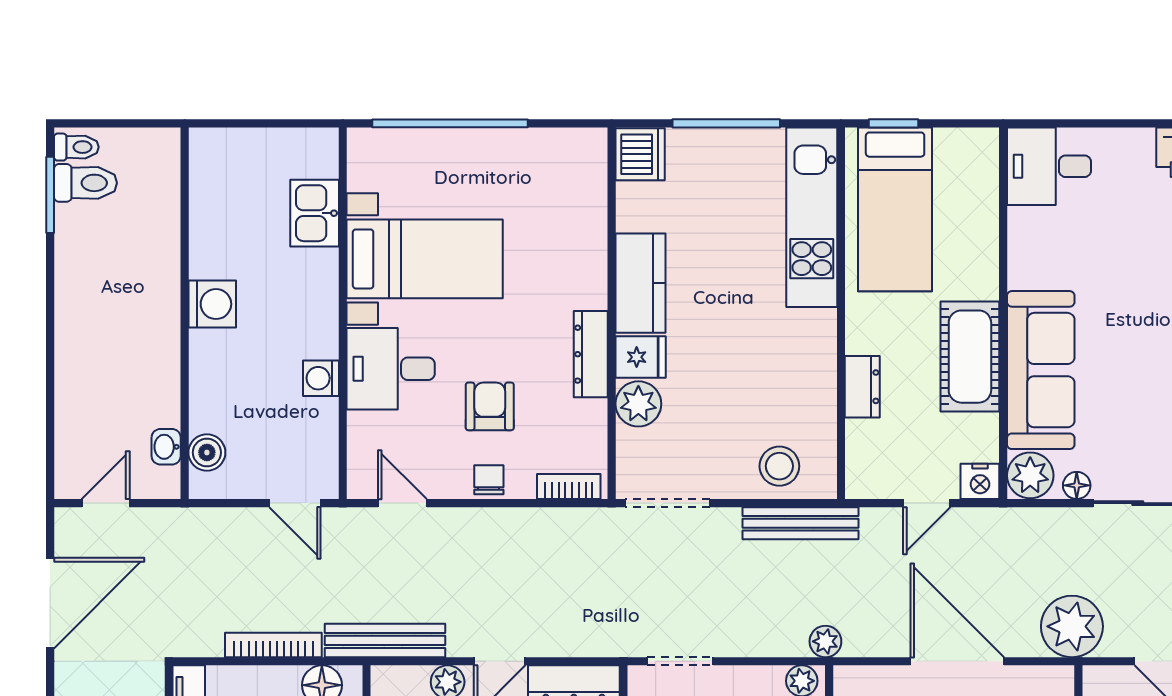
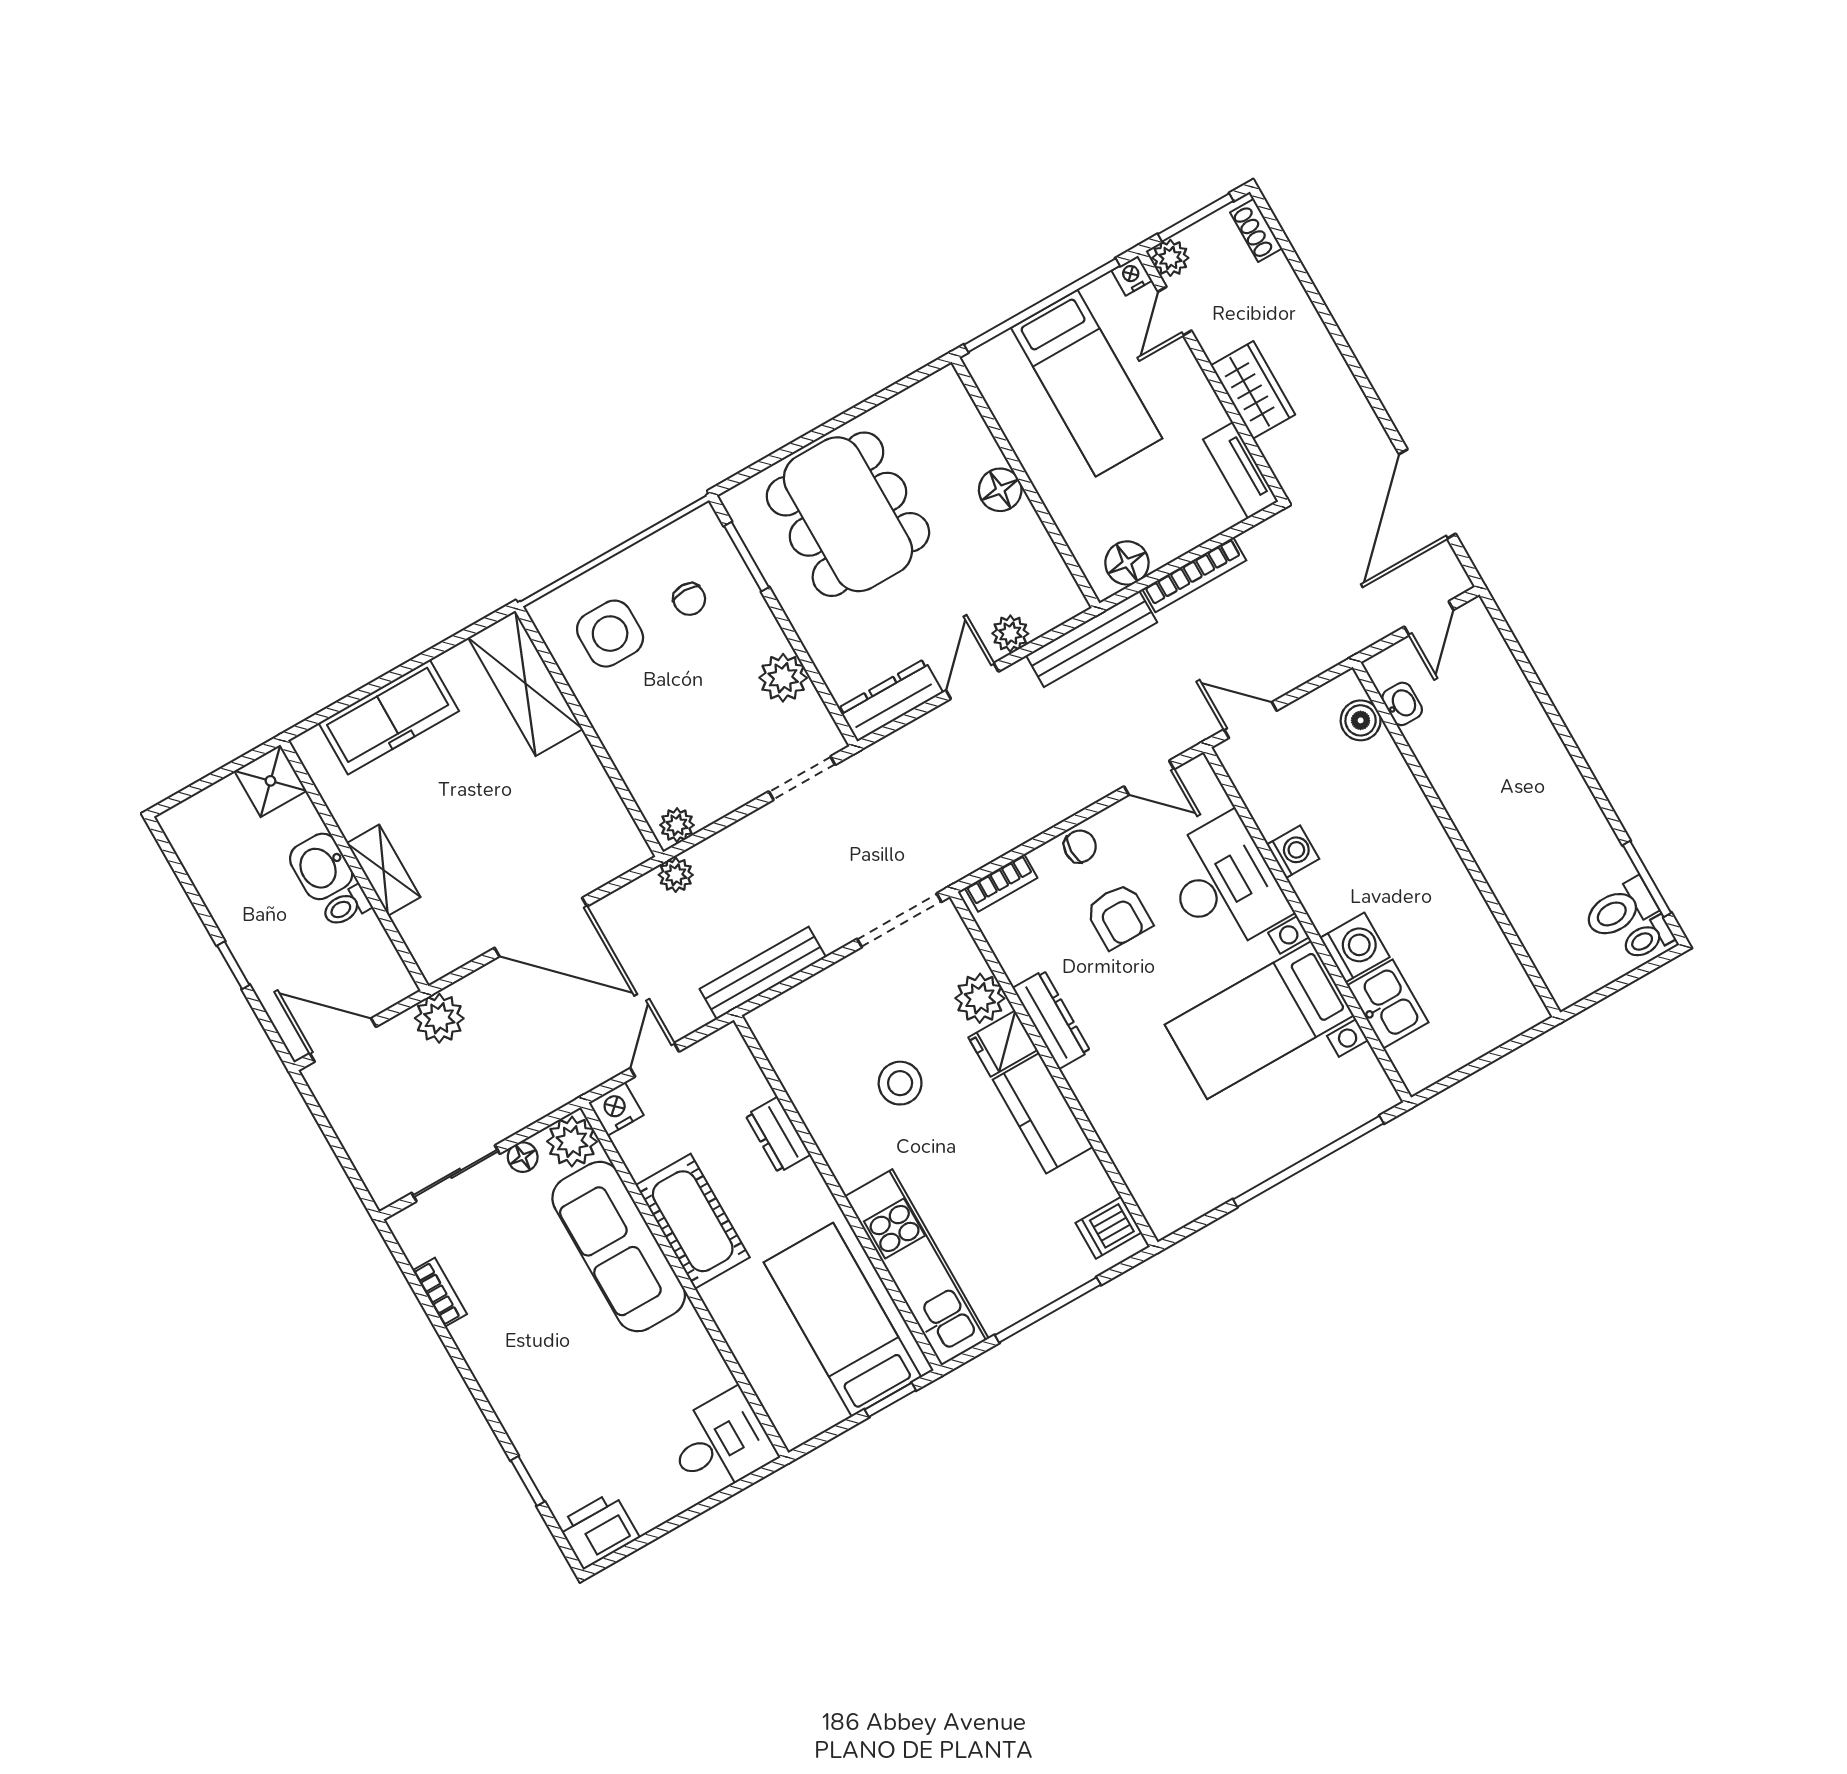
dishwasher: (640, 154) -> (1109, 1228), width x0.73
washing machine: (212, 304) -> (1355, 947), moved, turned 180
desk: (391, 369) -> (1224, 884), width x1.37
stool: (779, 466) -> (900, 1083), moved
chair: (489, 480) -> (1080, 846), turned -90
plant: (1072, 626) -> (439, 1018), width x0.73, depth x0.73

